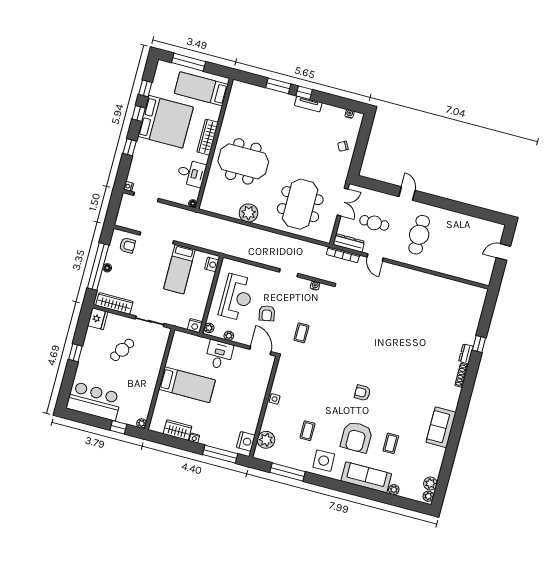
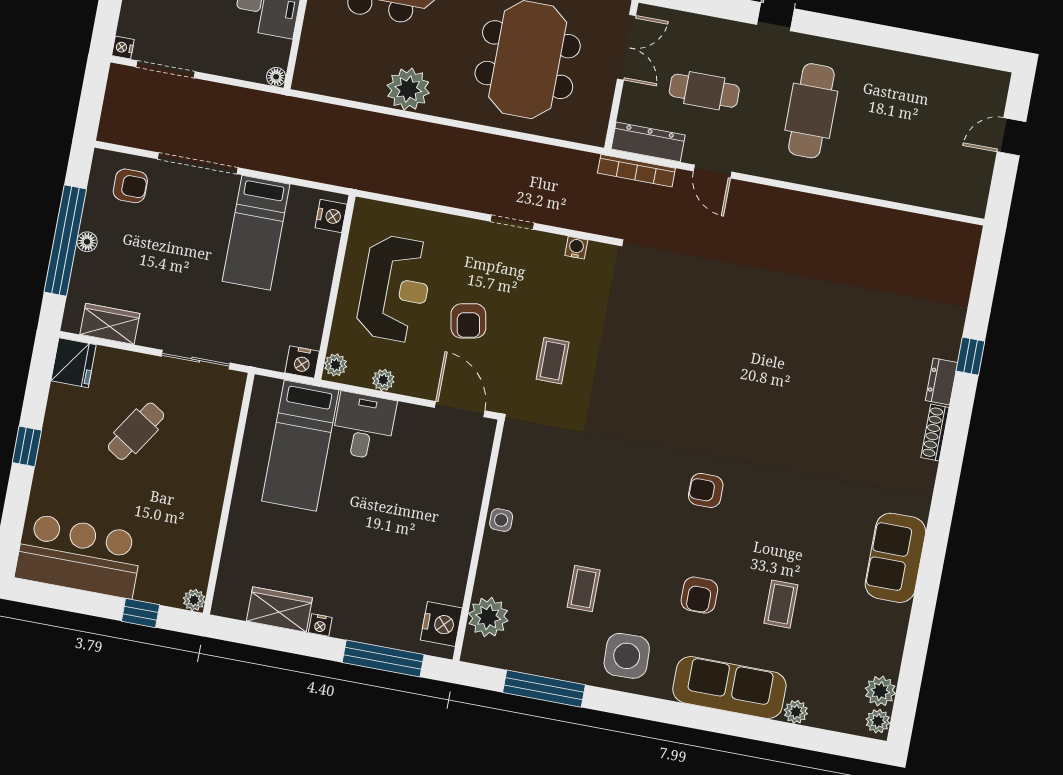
wardrobe: (114, 303) -> (110, 324), width x0.67
bed: (187, 385) -> (300, 446), moved, turned 90
armchair: (356, 437) -> (699, 595), width x0.53, depth x0.53

